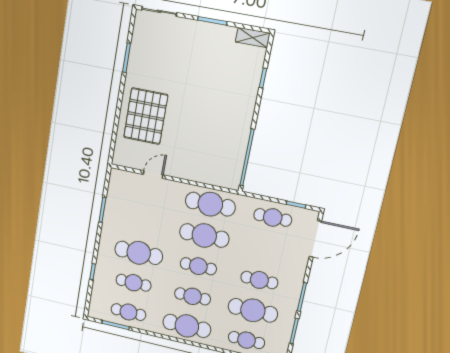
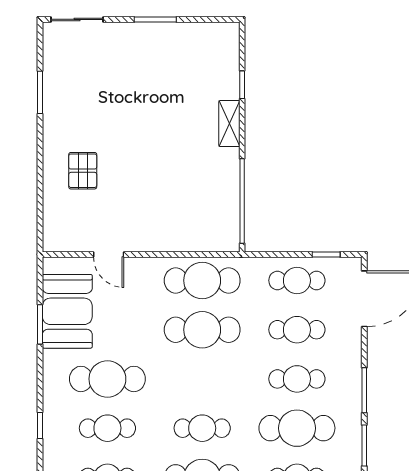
shelving: (253, 38) -> (229, 124), moved, turned 90
pallet: (146, 116) -> (83, 171), width x0.49, depth x0.50
door: (153, 175) -> (109, 254), swing flipped
booth: (121, 205) -> (67, 311), added
cafe table: (198, 266) -> (297, 330), moved

